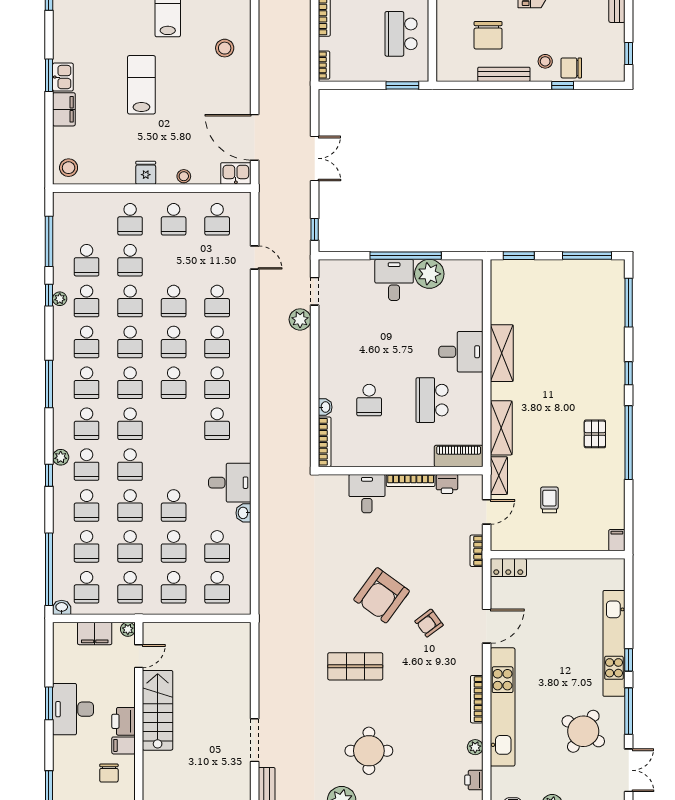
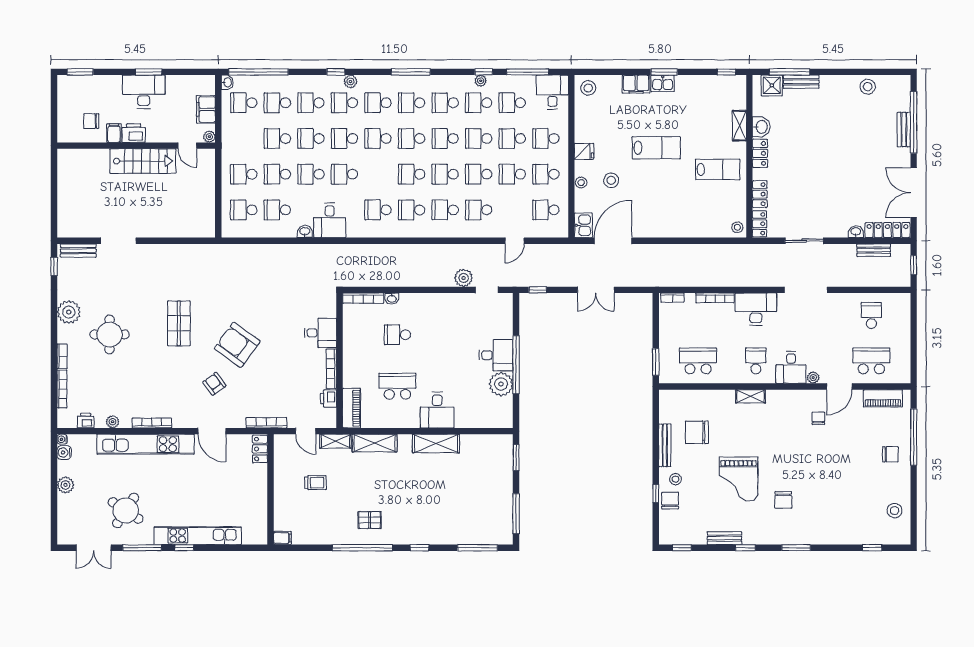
stool: (225, 48) -> (611, 180), moved
desk: (74, 211) -> (552, 92), added
school desk: (174, 260) -> (512, 174), added
bookcase: (476, 551) -> (266, 423), width x1.56
school desk: (130, 587) -> (344, 174), moved

